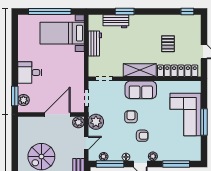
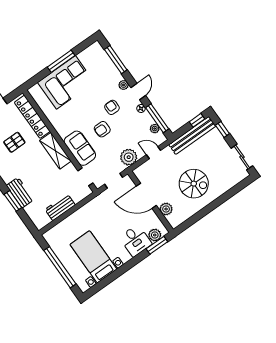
workbench: (116, 21) -> (20, 193), moved
bed with nightstands: (62, 33) -> (93, 257), moved, turned 180
desk: (30, 73) -> (135, 240), moved
sofa: (141, 90) -> (80, 148), moved
plant: (78, 122) -> (166, 209), moved

